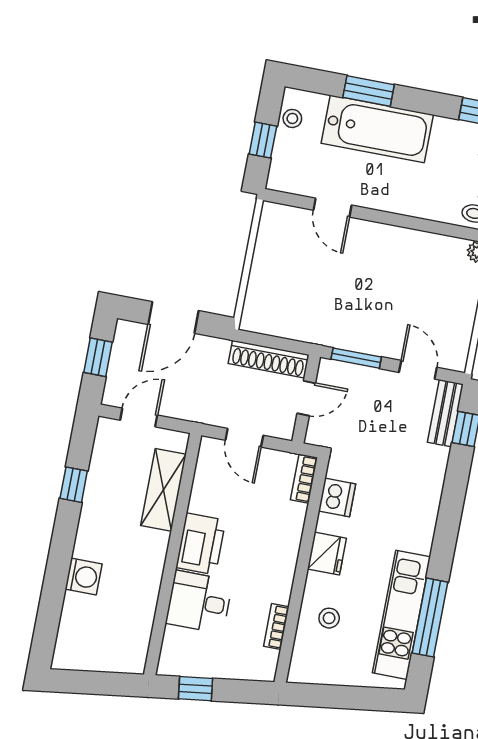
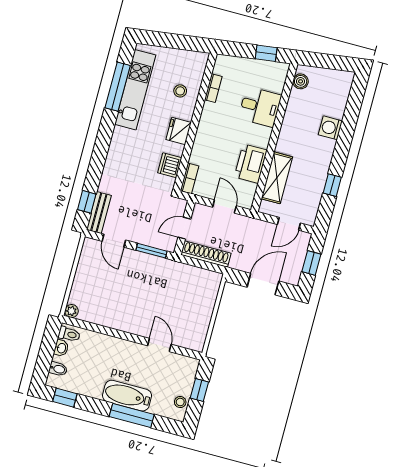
window: (369, 91) -> (132, 416), width x1.44
bathtub: (377, 129) -> (127, 396), width x0.73, depth x0.73
printer: (201, 544) -> (251, 164), moved
boiler: (137, 648) -> (301, 81), added

